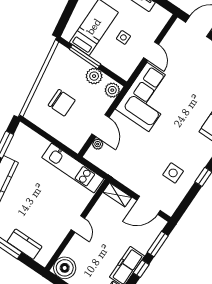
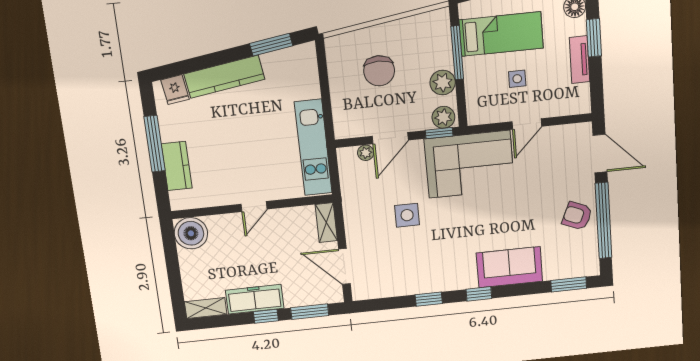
window: (119, 99) -> (439, 133), added
side table: (173, 173) -> (407, 215), moved

